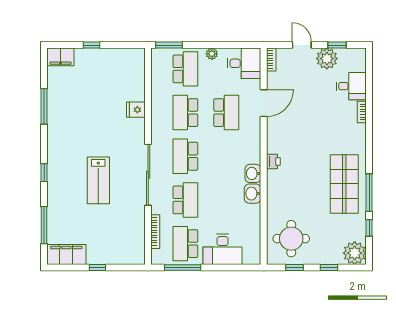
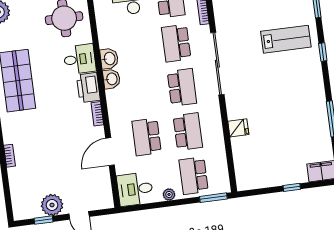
bookcase: (271, 60) -> (97, 114), moved
desk: (351, 86) -> (80, 59), moved, turned 180
printer: (273, 162) -> (88, 88), width x1.87, depth x1.48
lab bench: (98, 180) -> (286, 39), moved, turned 90

